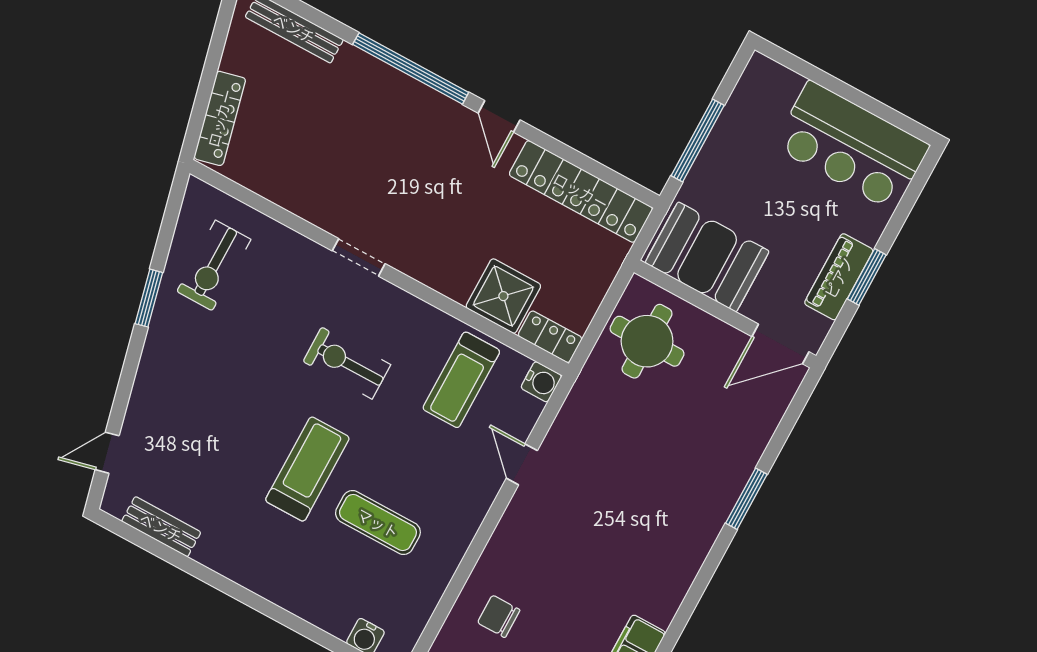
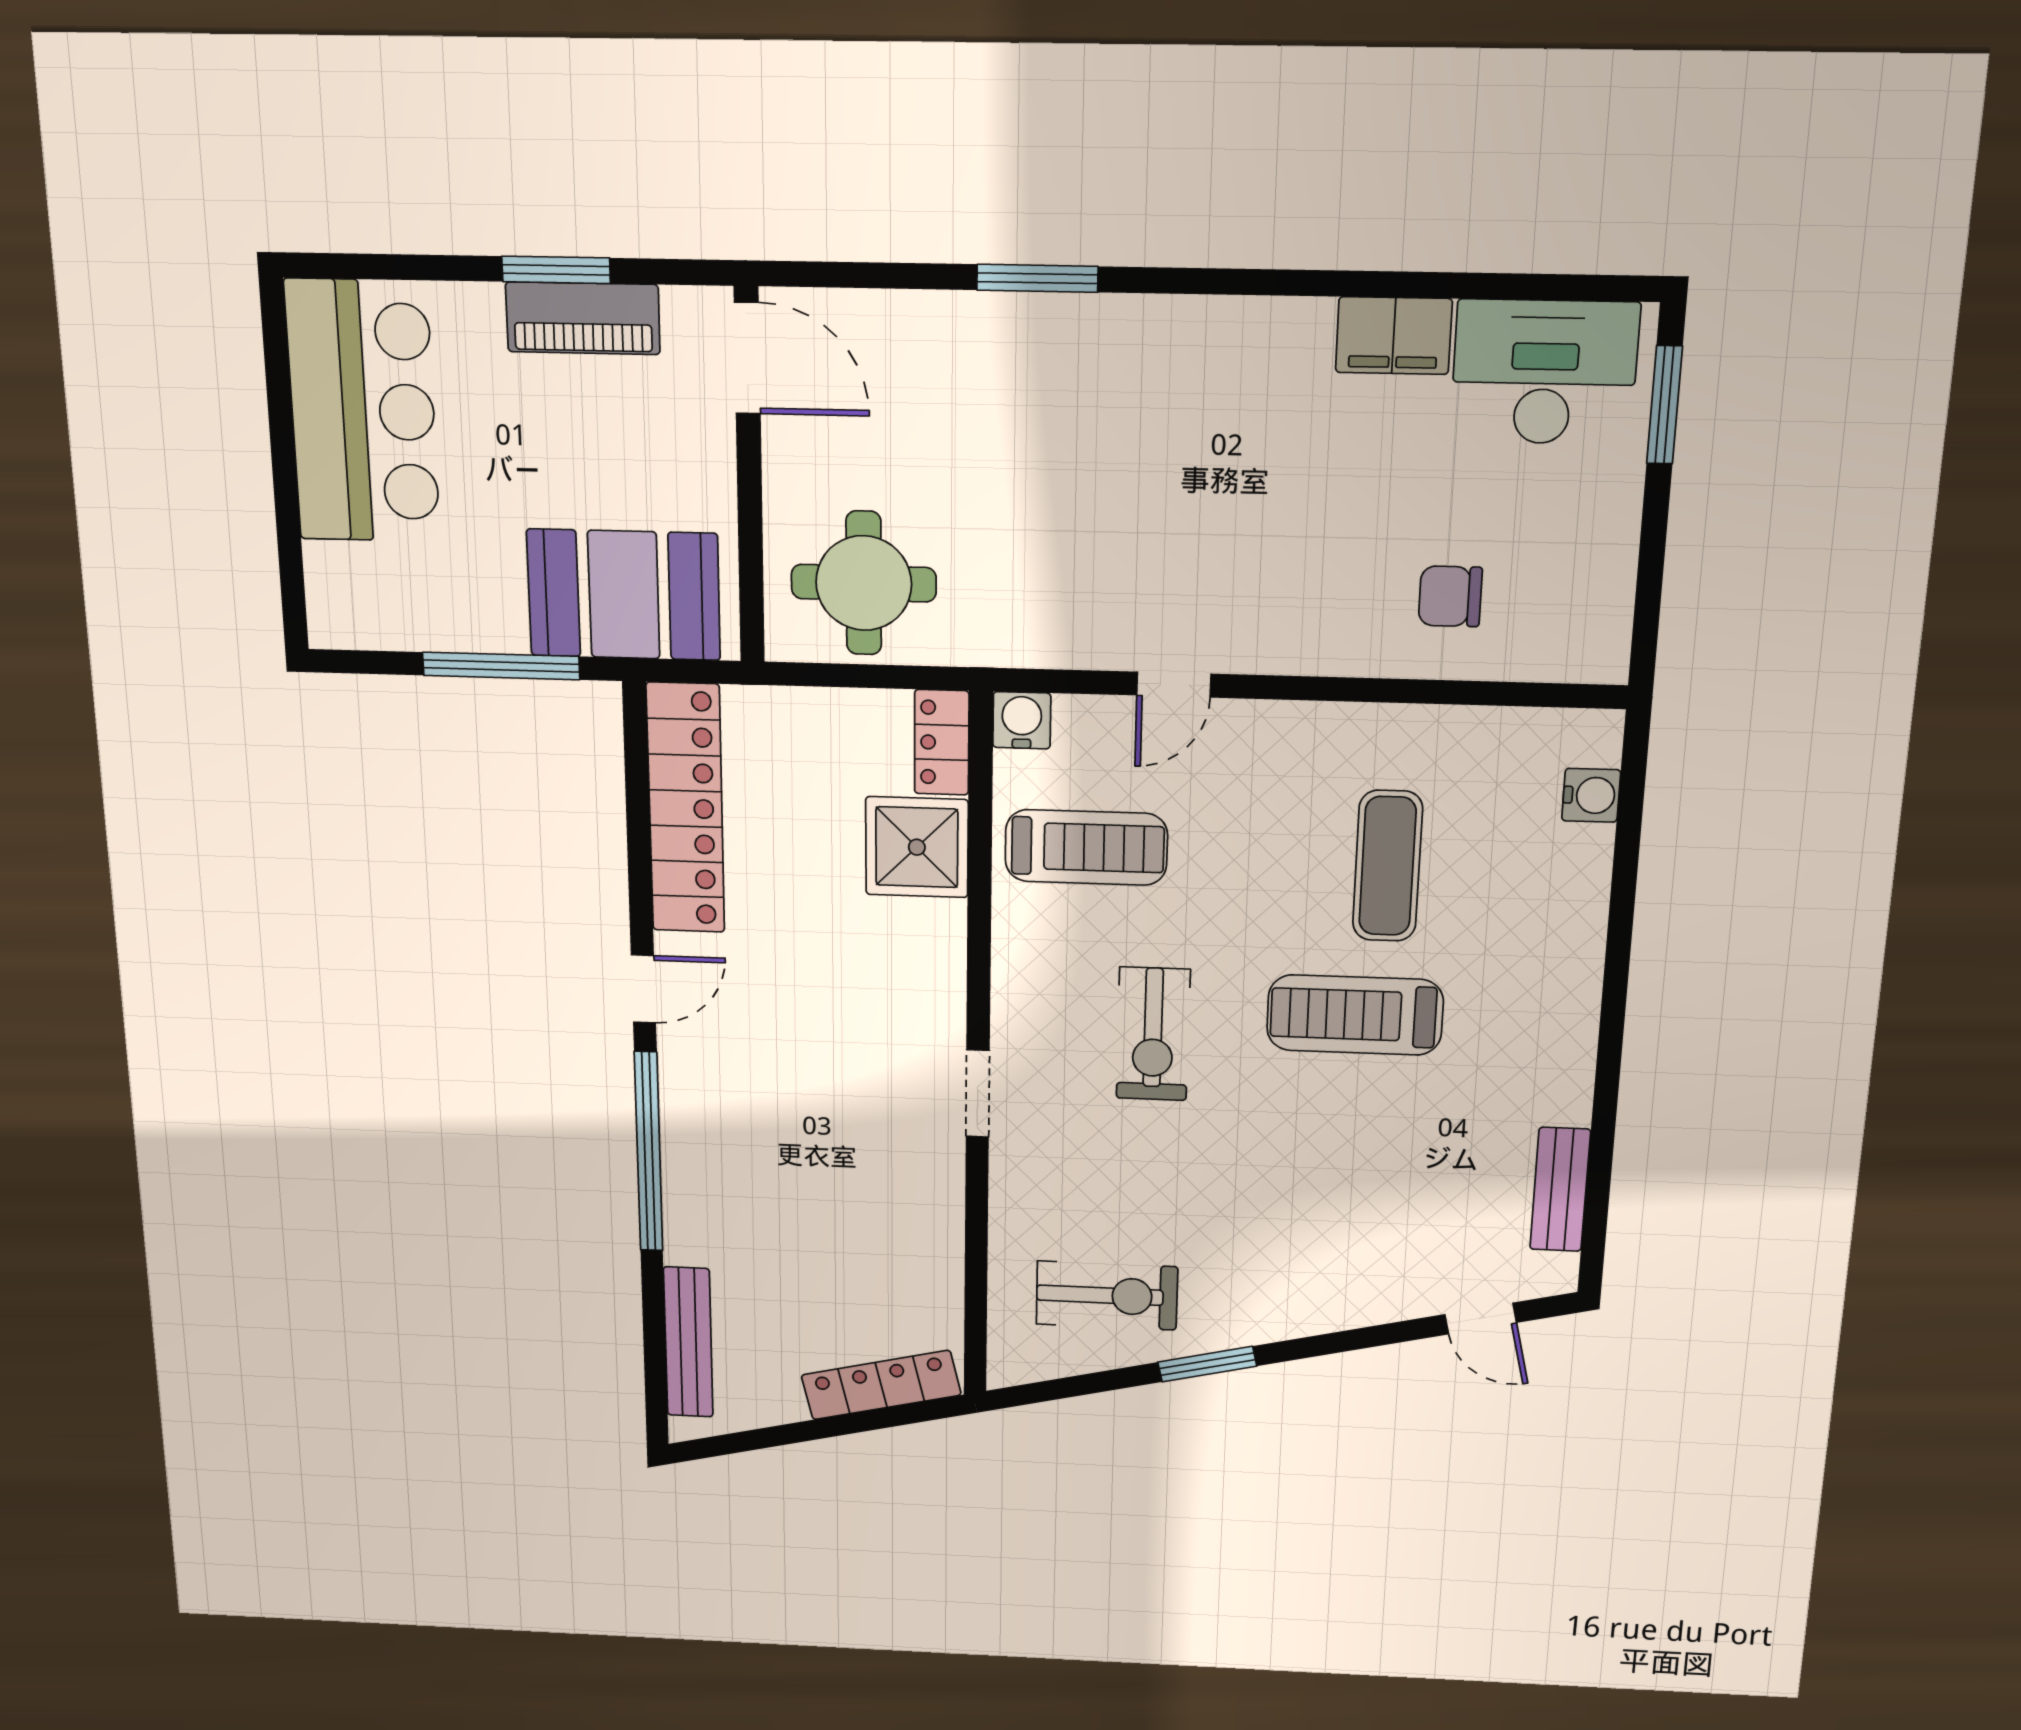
booth: (707, 257) -> (624, 595), moved, turned 90
chair: (499, 616) -> (1450, 596), turned 90

